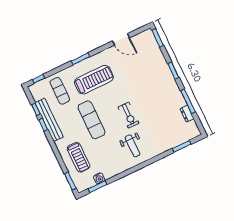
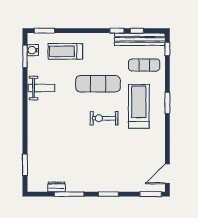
door: (121, 39) -> (167, 174), moved
treadmill: (94, 80) -> (139, 106), turned 180
exercise bike: (129, 115) -> (104, 118), moved
bench: (49, 120) -> (140, 39), moved
weight bench: (133, 146) -> (41, 88), moved, turned 180
water cooler: (99, 178) -> (33, 50), moved

